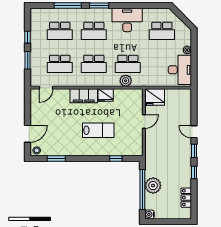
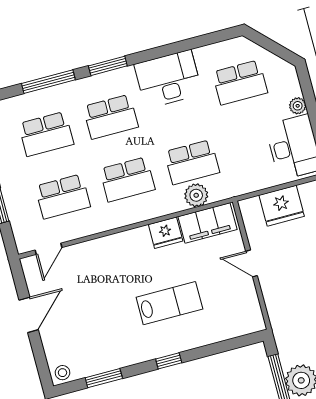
filing cabinet: (84, 96) -> (208, 223), moved
fridge: (155, 97) -> (282, 206), moved
door: (144, 122) -> (252, 263), swing flipped
door: (28, 134) -> (29, 315), moved
window: (116, 159) -> (169, 361), moved

